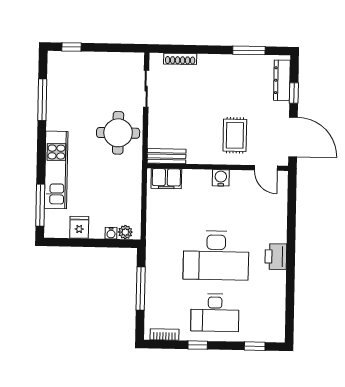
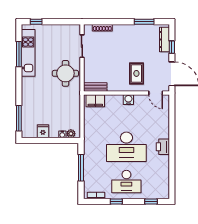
kitchen unit: (56, 170) -> (28, 53), moved

